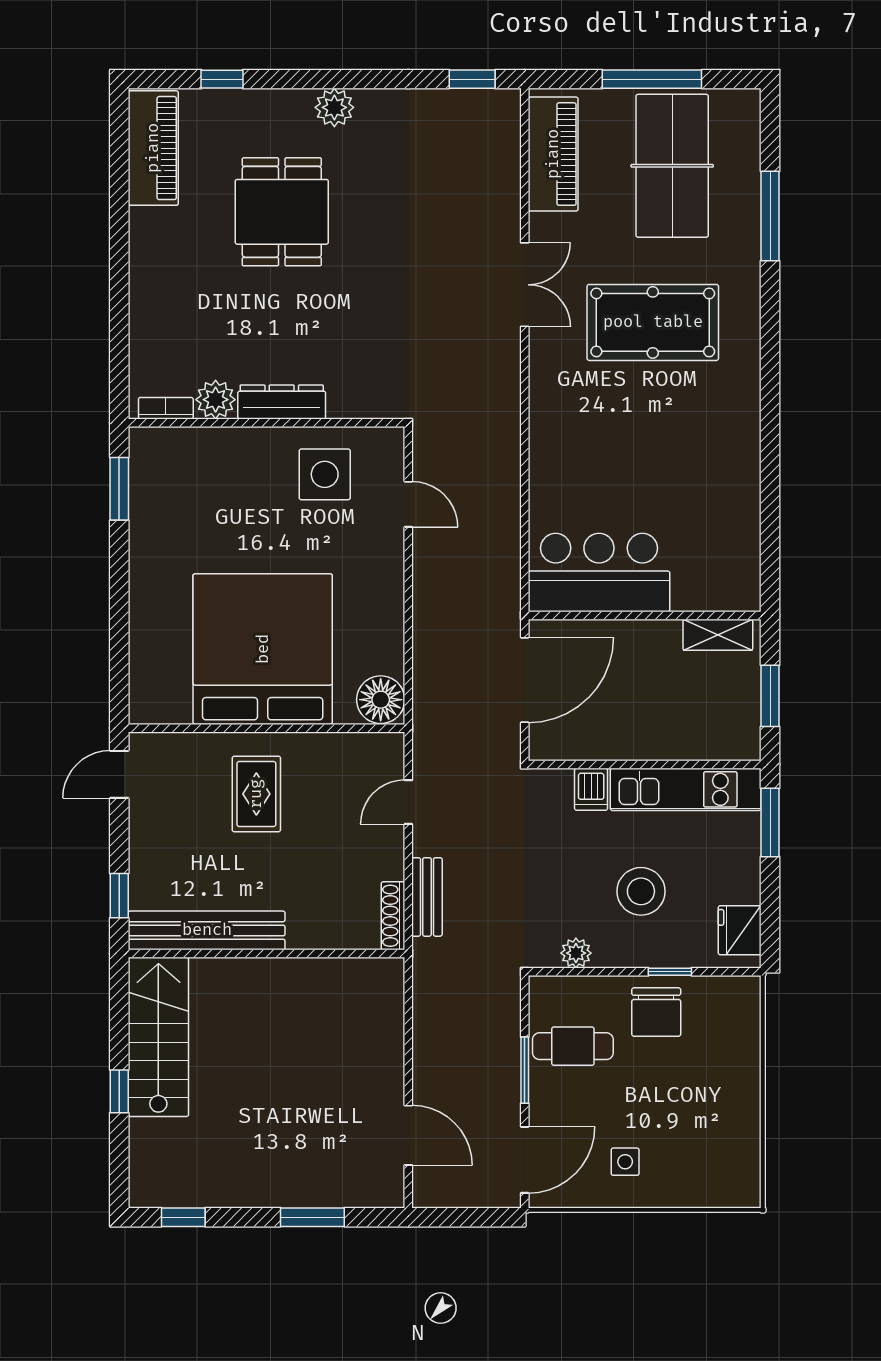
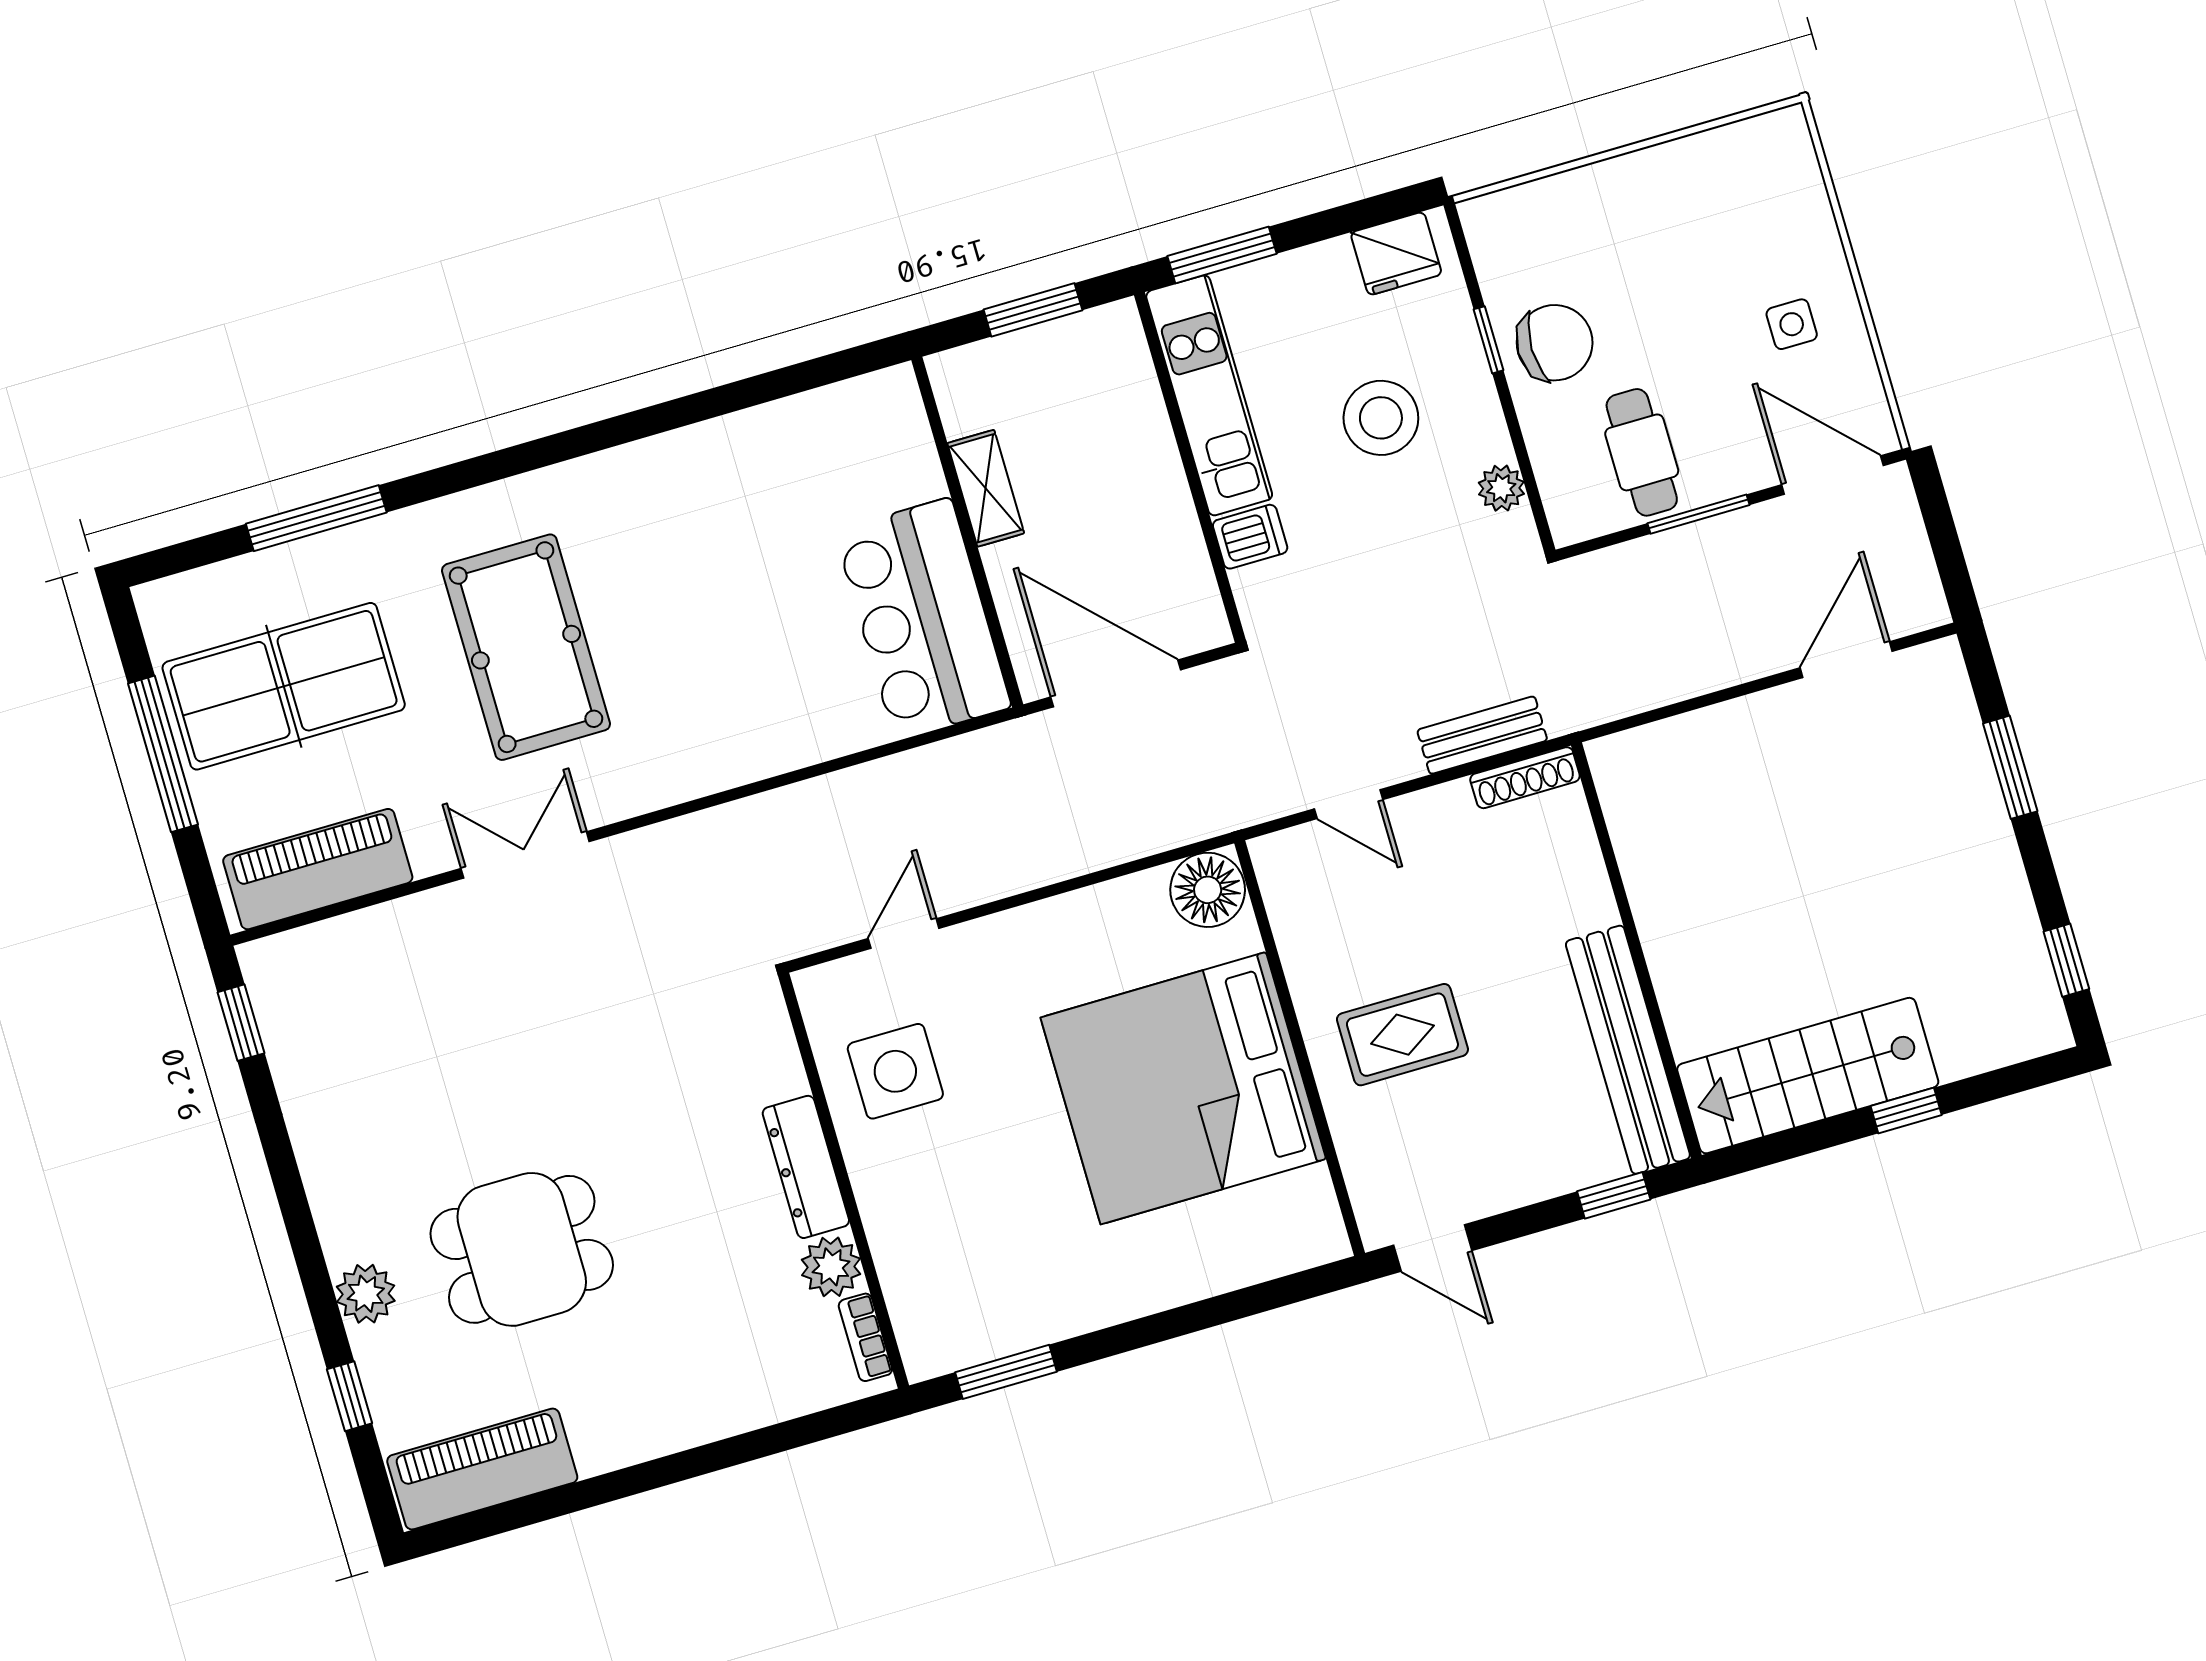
plant: (334, 107) -> (366, 1294), moved
shelving: (718, 635) -> (986, 488), moved

